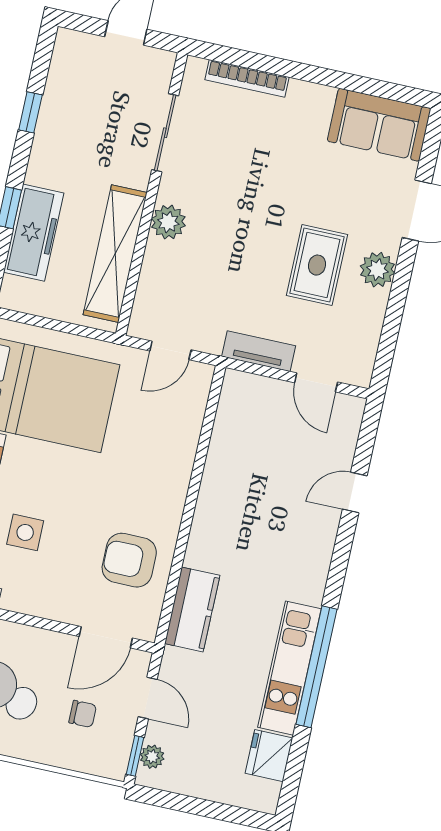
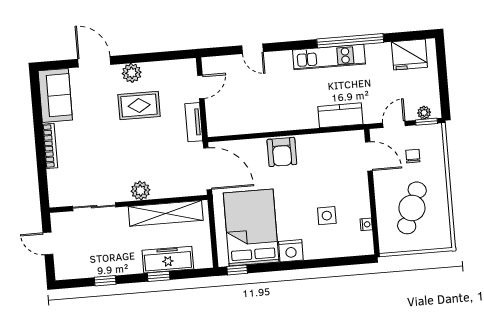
bookcase: (247, 78) -> (50, 146), moved
door: (170, 350) -> (208, 169), width x1.88
armchair: (129, 560) -> (282, 152), moved
kitchen unit: (289, 668) -> (329, 57), moved
fridge: (269, 756) -> (409, 55), width x1.36, depth x1.34

